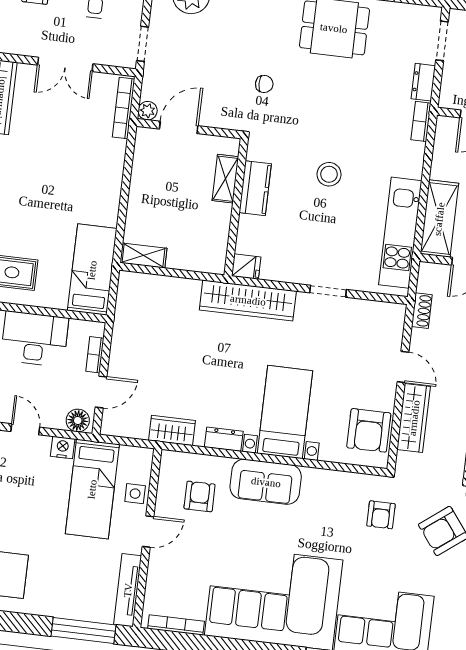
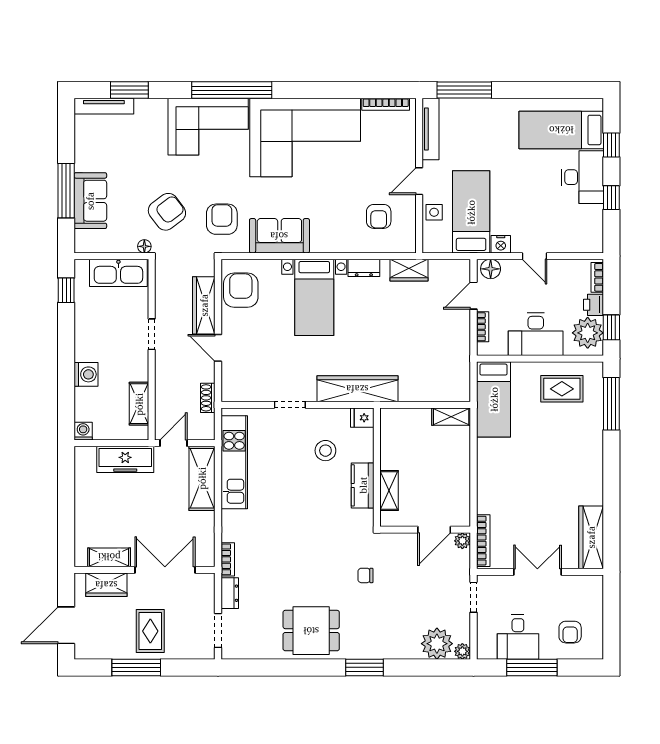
stool: (329, 174) -> (325, 451), moved
sofa: (266, 482) -> (279, 236), moved
armchair: (381, 515) -> (222, 219), width x1.38, depth x1.38

